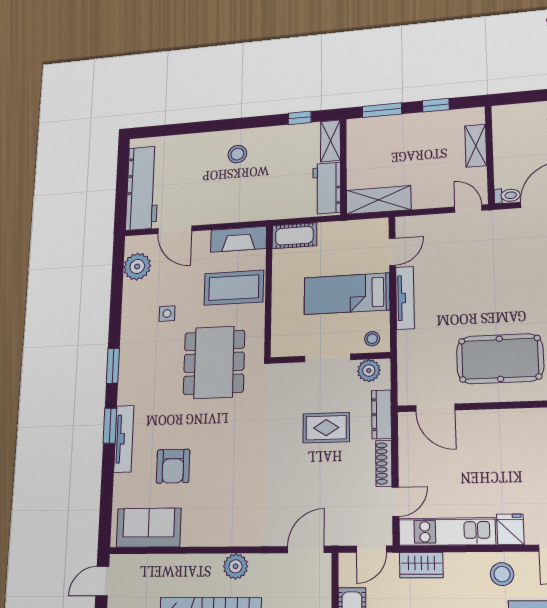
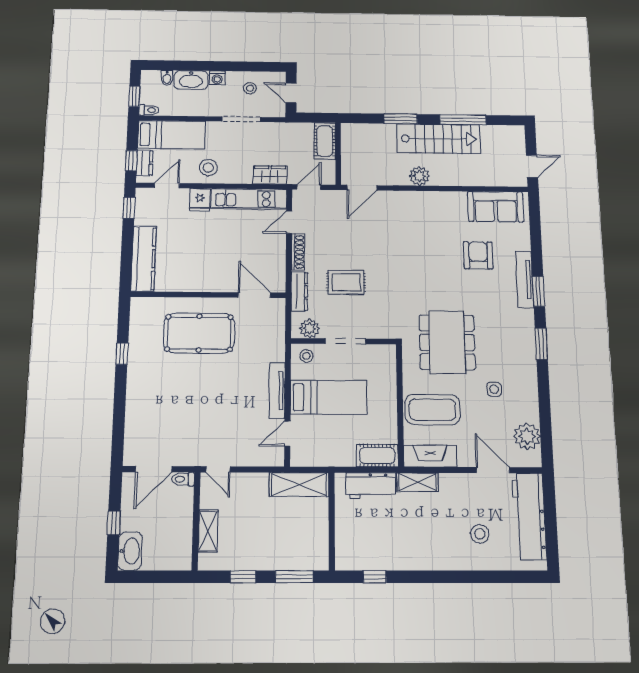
shelving: (331, 141) -> (418, 482), moved, turned 90
stool: (237, 154) -> (480, 534), moved
workbench: (327, 188) -> (371, 486), moved, turned 90

